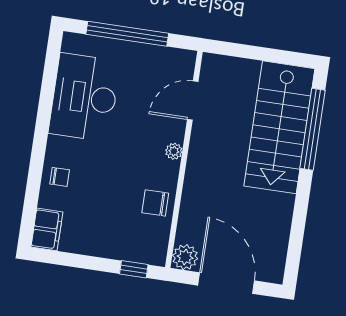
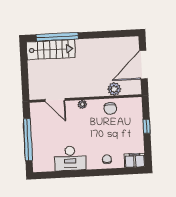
desk: (84, 97) -> (70, 158), width x0.73, depth x0.77
stairs: (279, 127) -> (51, 50), width x0.73, depth x0.66
plant: (185, 257) -> (114, 89), moved
window: (134, 269) -> (147, 126), moved

